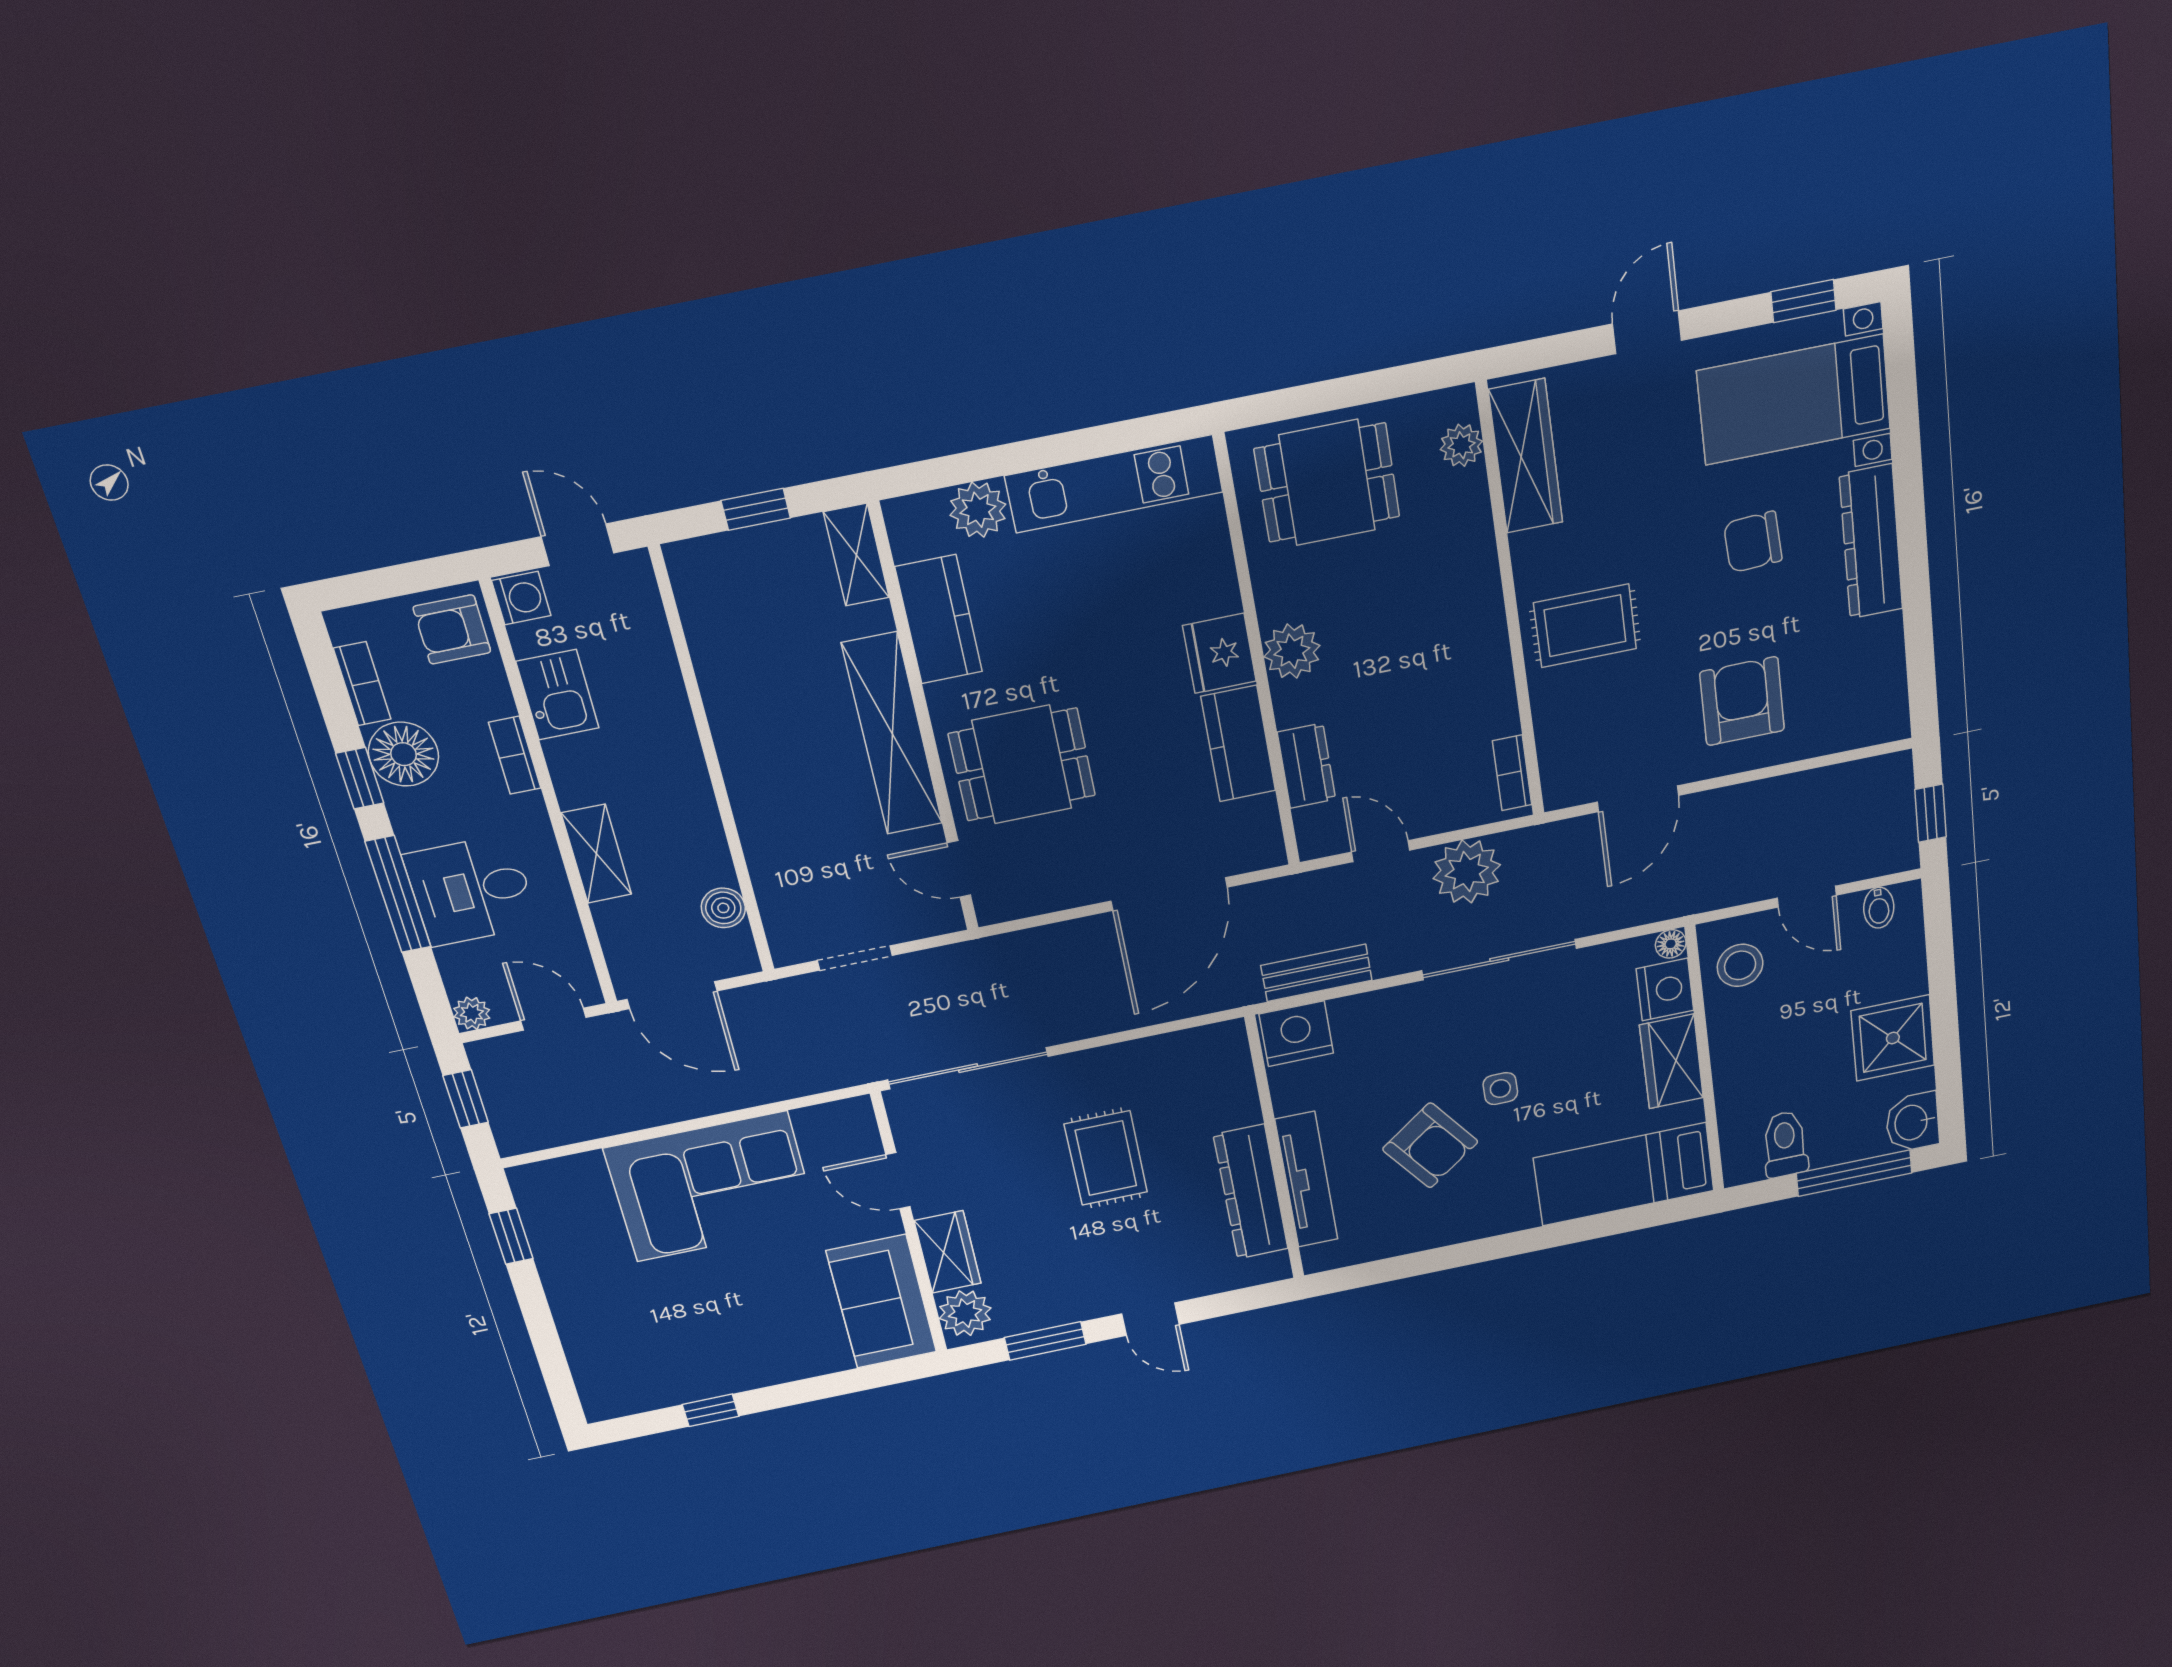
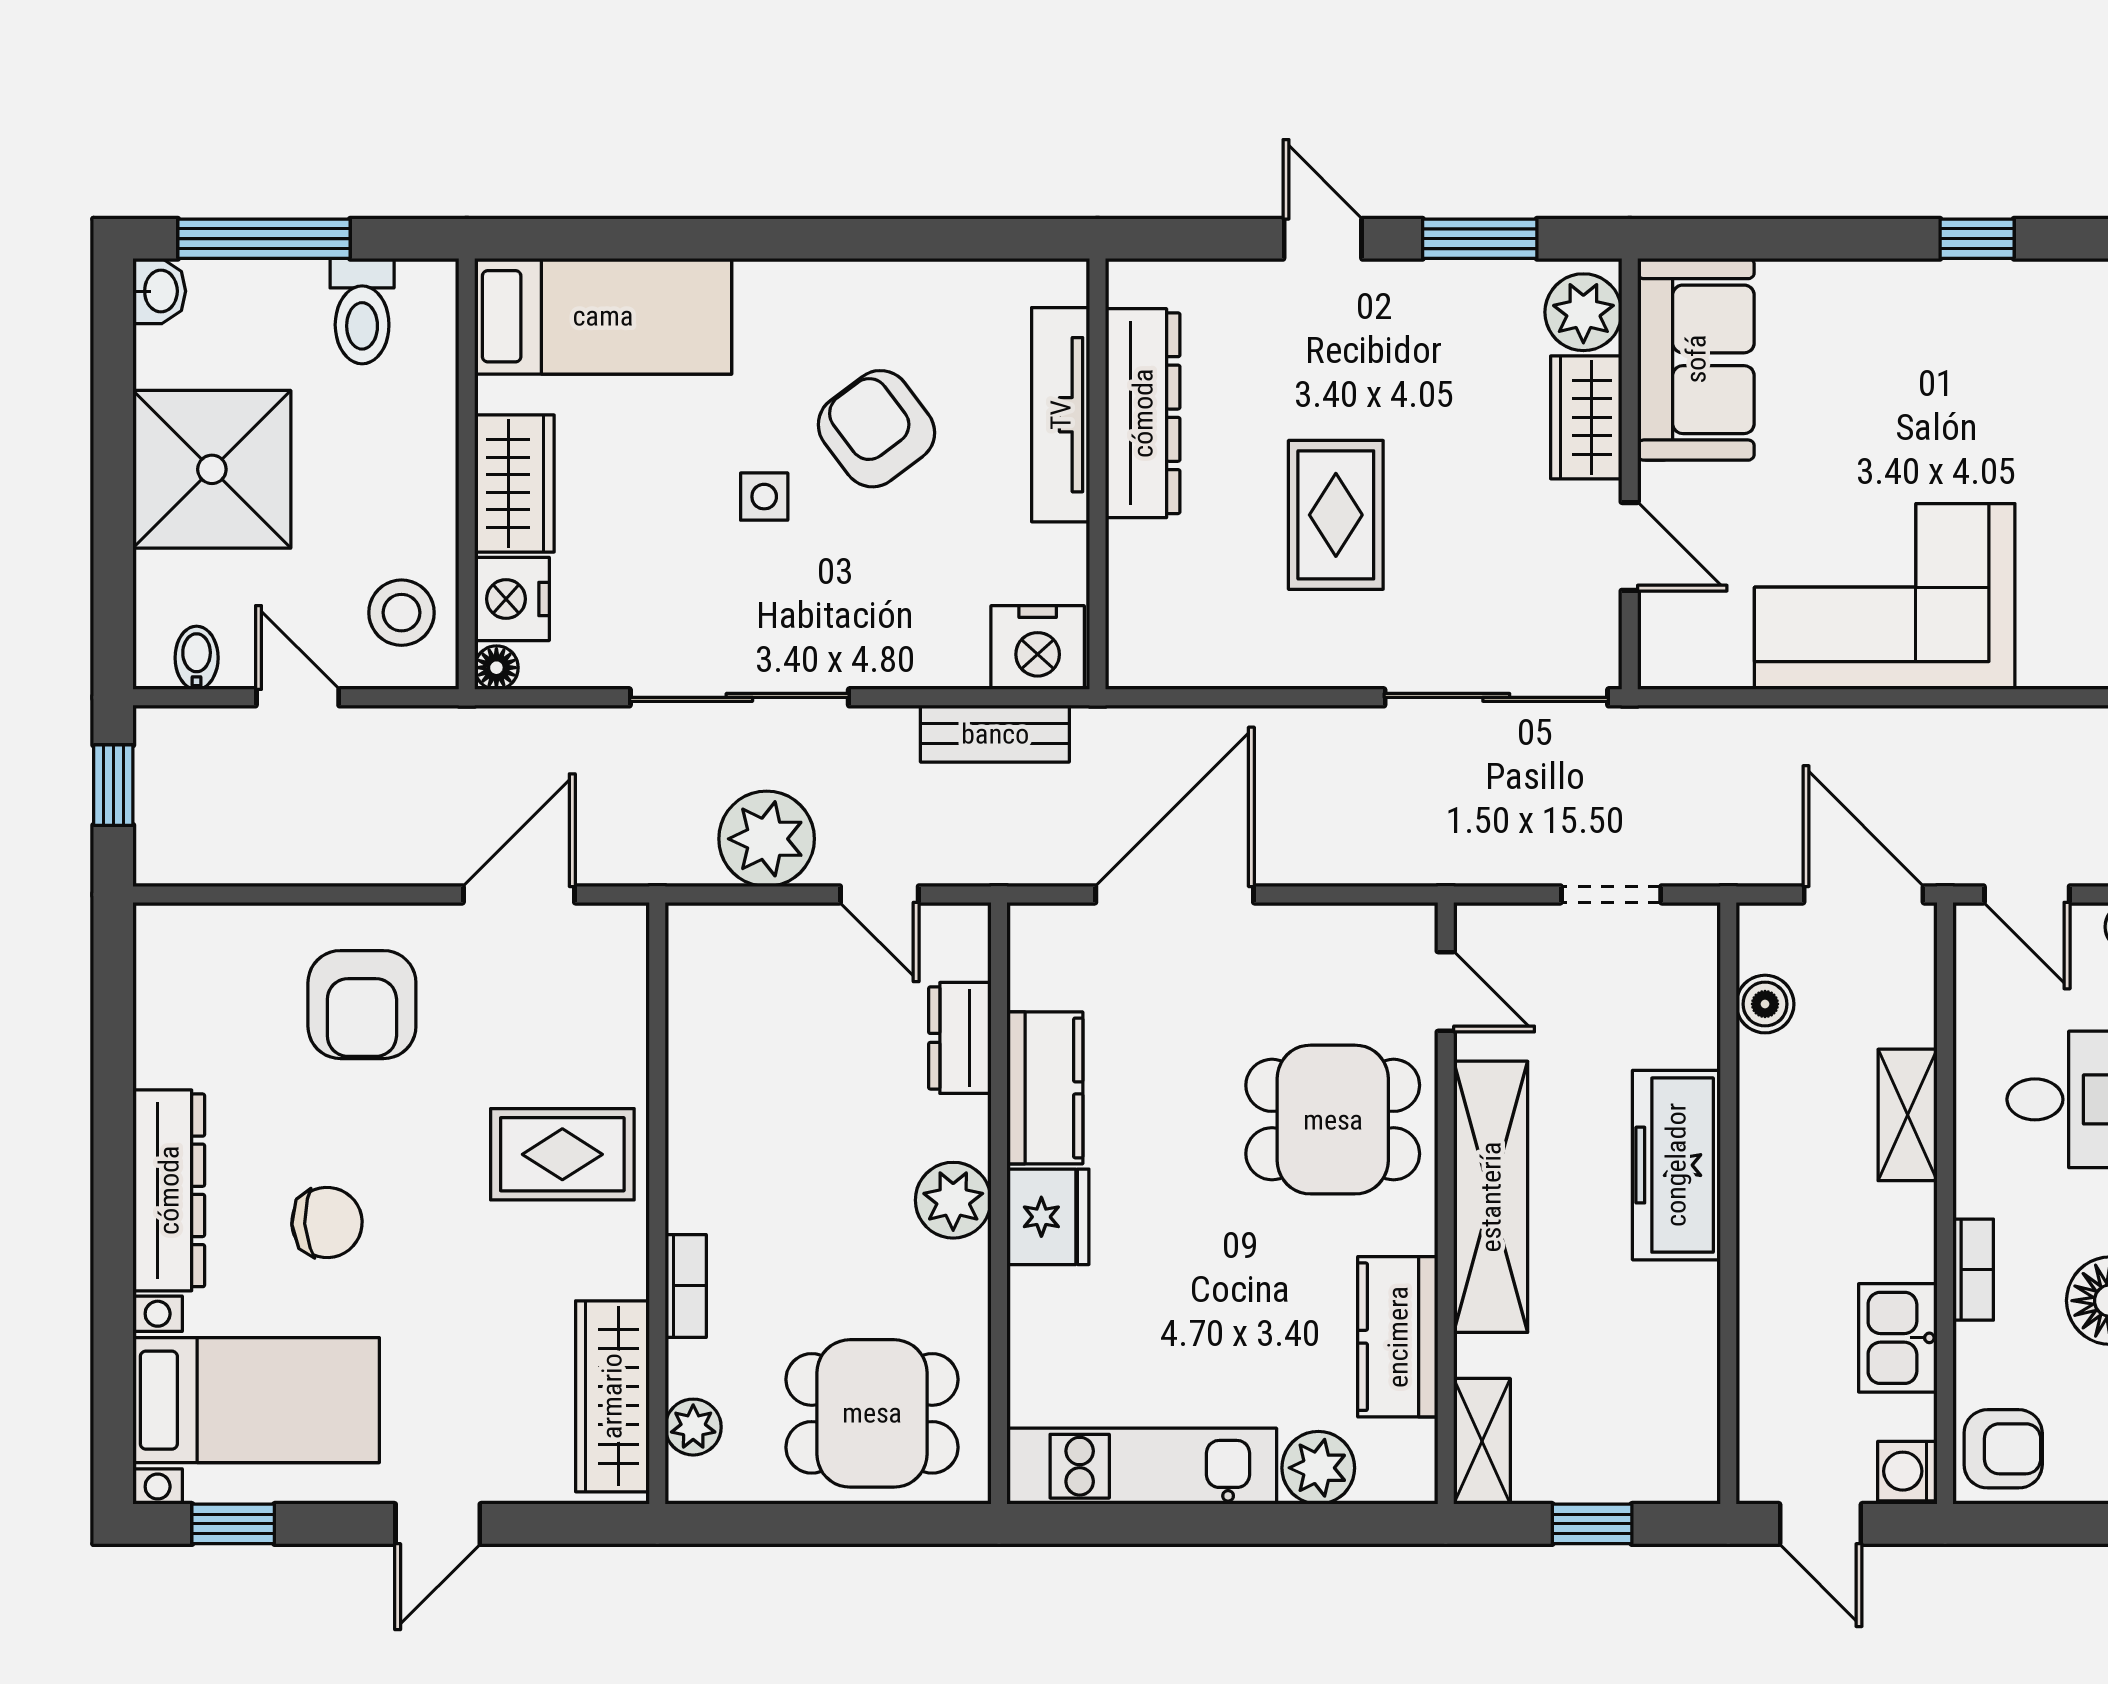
bookcase: (1512, 773) -> (686, 1286), moved
freezer: (759, 784) -> (1676, 1165), added
shower: (1893, 1038) -> (212, 469), width x1.37, depth x1.37
washbasin: (1912, 1122) -> (159, 291), width x0.72, depth x0.69

